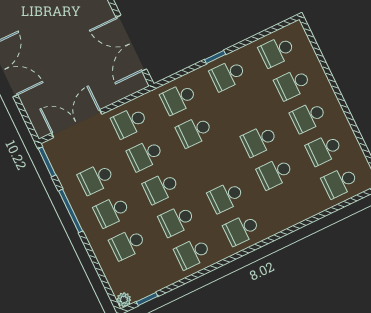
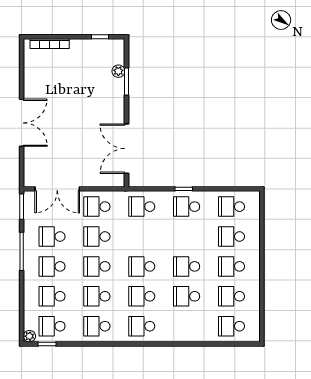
double door: (77, 124) -> (57, 189), swing flipped
school desk: (194, 131) -> (142, 266), moved
school desk: (143, 277) -> (52, 326), added

